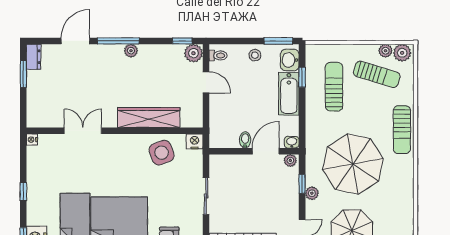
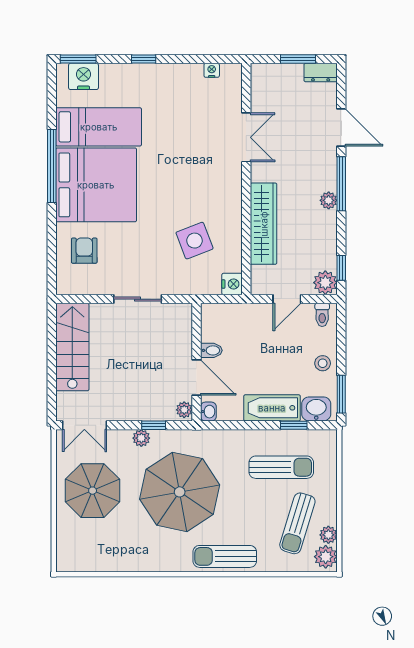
wardrobe: (149, 117) -> (264, 224), moved
double door: (83, 131) -> (246, 137), moved
wall: (115, 131) -> (246, 179), moved
nightstand: (195, 141) -> (232, 284), moved

